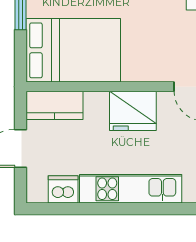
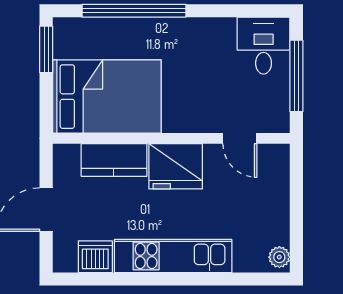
kitchen counter: (54, 105) -> (114, 160), moved

